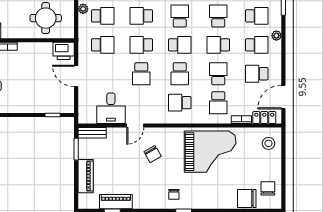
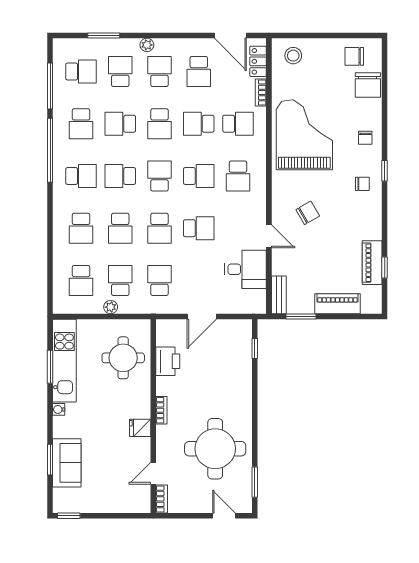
printer: (64, 51) -> (168, 361), moved
chair: (208, 197) -> (365, 138), added

